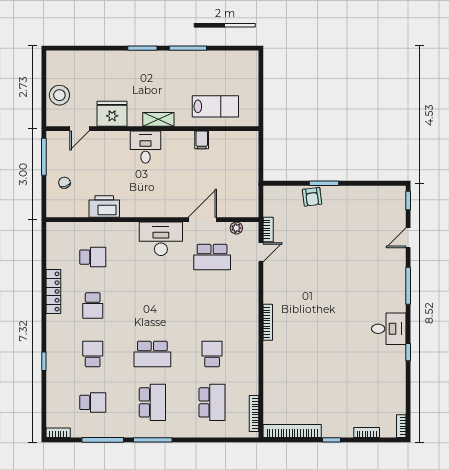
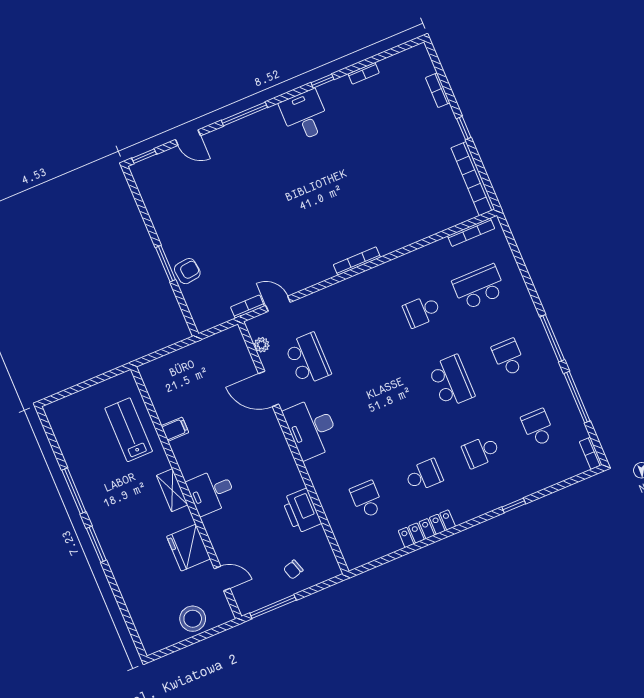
school desk: (152, 402) -> (508, 357), width x0.54
bookcase: (401, 426) -> (364, 73), moved

